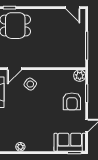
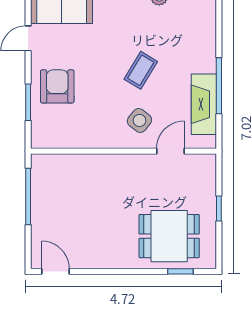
plant: (80, 76) -> (42, 137), removed
coffee table: (30, 110) -> (141, 70), added

